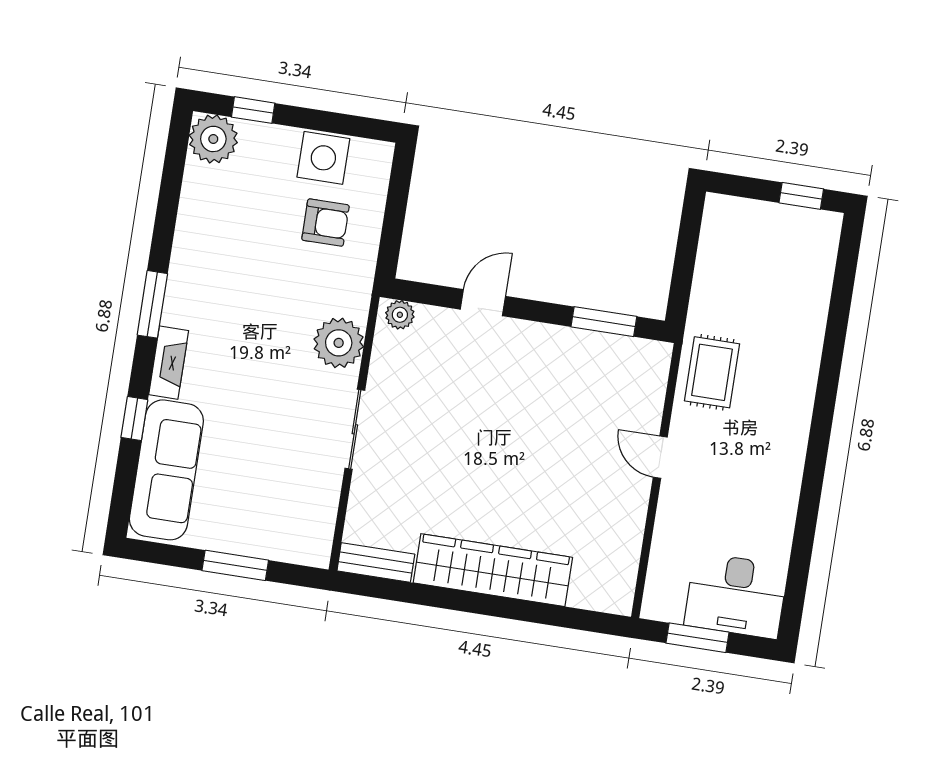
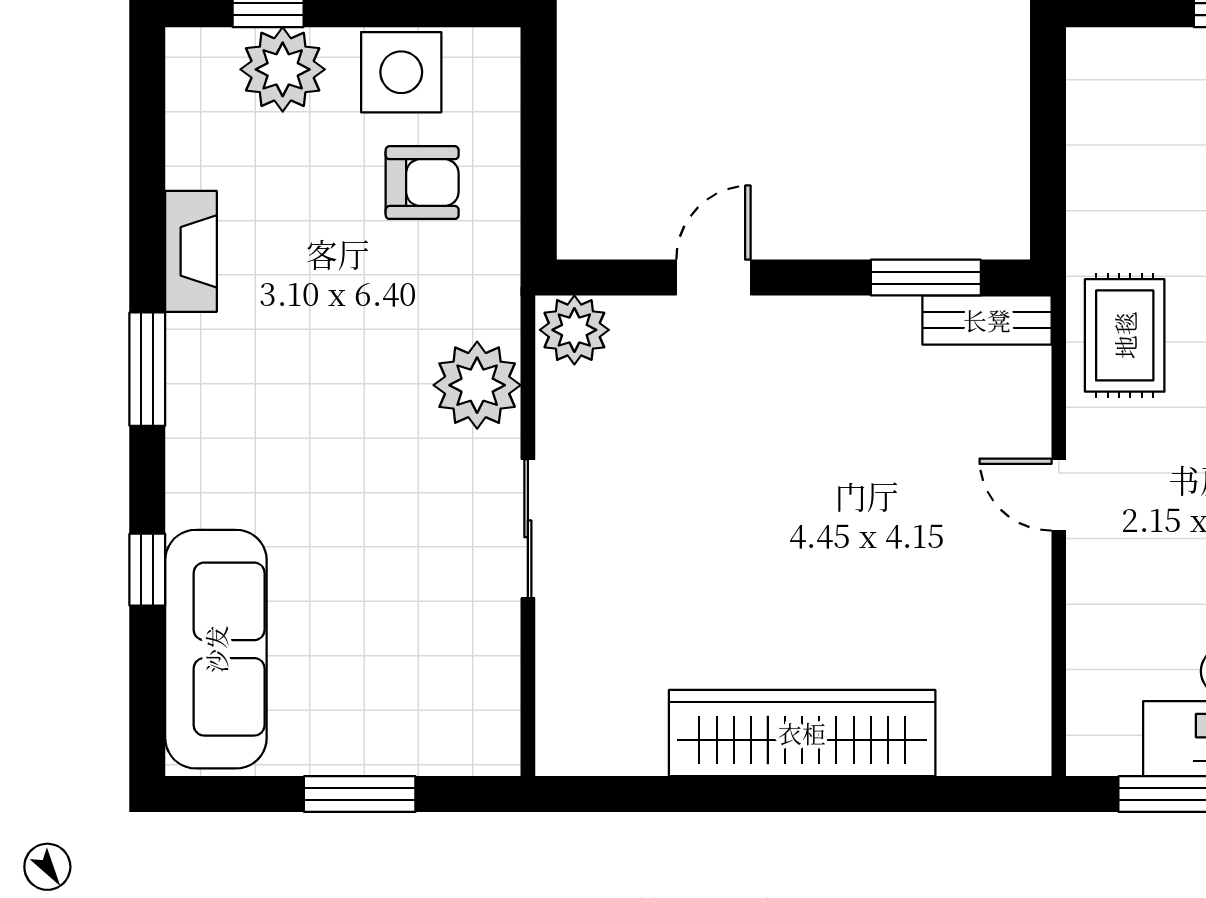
plant: (213, 139) -> (283, 69), moved
plant: (400, 315) -> (574, 330), width x1.38, depth x1.38
fireplace: (169, 363) -> (191, 251), moved
bench: (376, 563) -> (987, 320), moved

